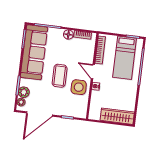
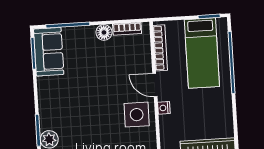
sofa: (34, 52) -> (49, 52), width x0.54, depth x0.79
coffee table: (60, 76) -> (102, 102), removed

